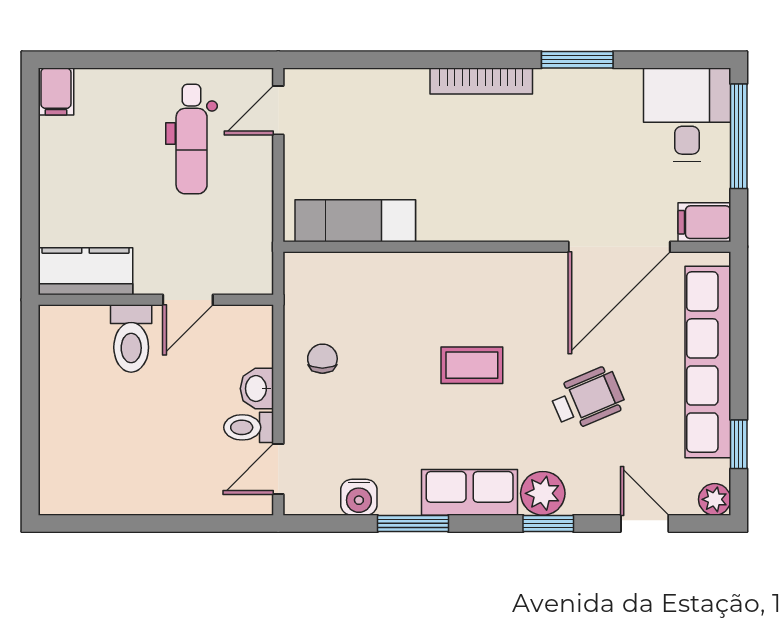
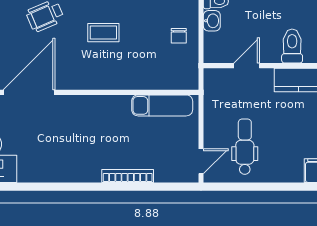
window: (577, 60) -> (50, 187), removed
bookcase: (481, 81) -> (128, 176), moved
toilet: (131, 338) -> (292, 46), moved

